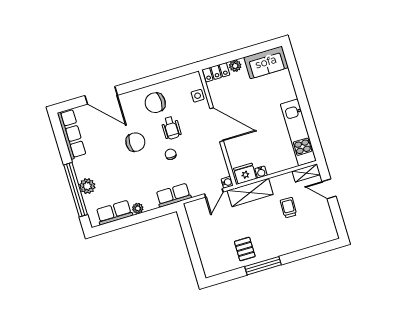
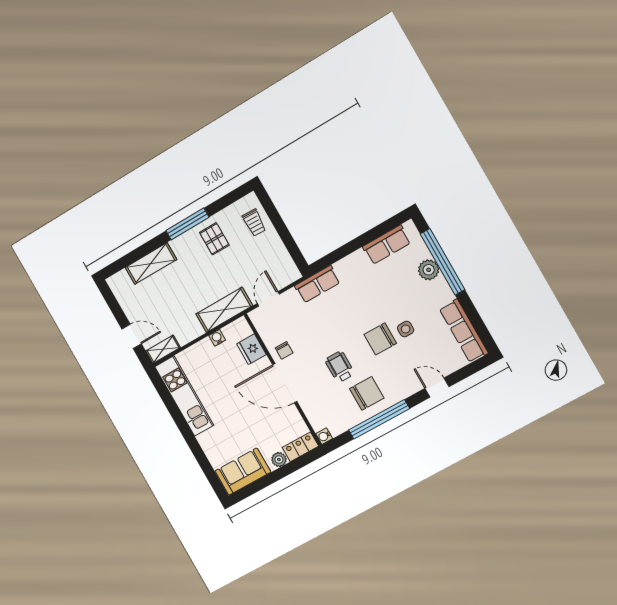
window: (150, 81) -> (379, 419), added
door: (101, 95) -> (437, 388), width x0.53
side table: (198, 96) -> (406, 329), moved
chair: (171, 154) -> (284, 350), moved
fridge: (245, 173) -> (251, 349), moved, turned 90
water cooler: (227, 182) -> (324, 436), moved
plant: (138, 208) -> (358, 257), removed
trolley: (288, 208) -> (254, 223), moved
shelving: (299, 242) -> (151, 263), added

